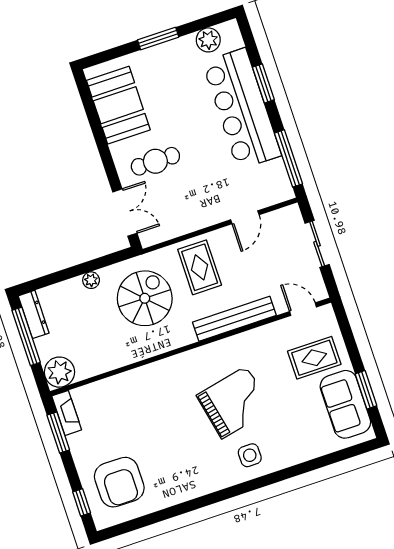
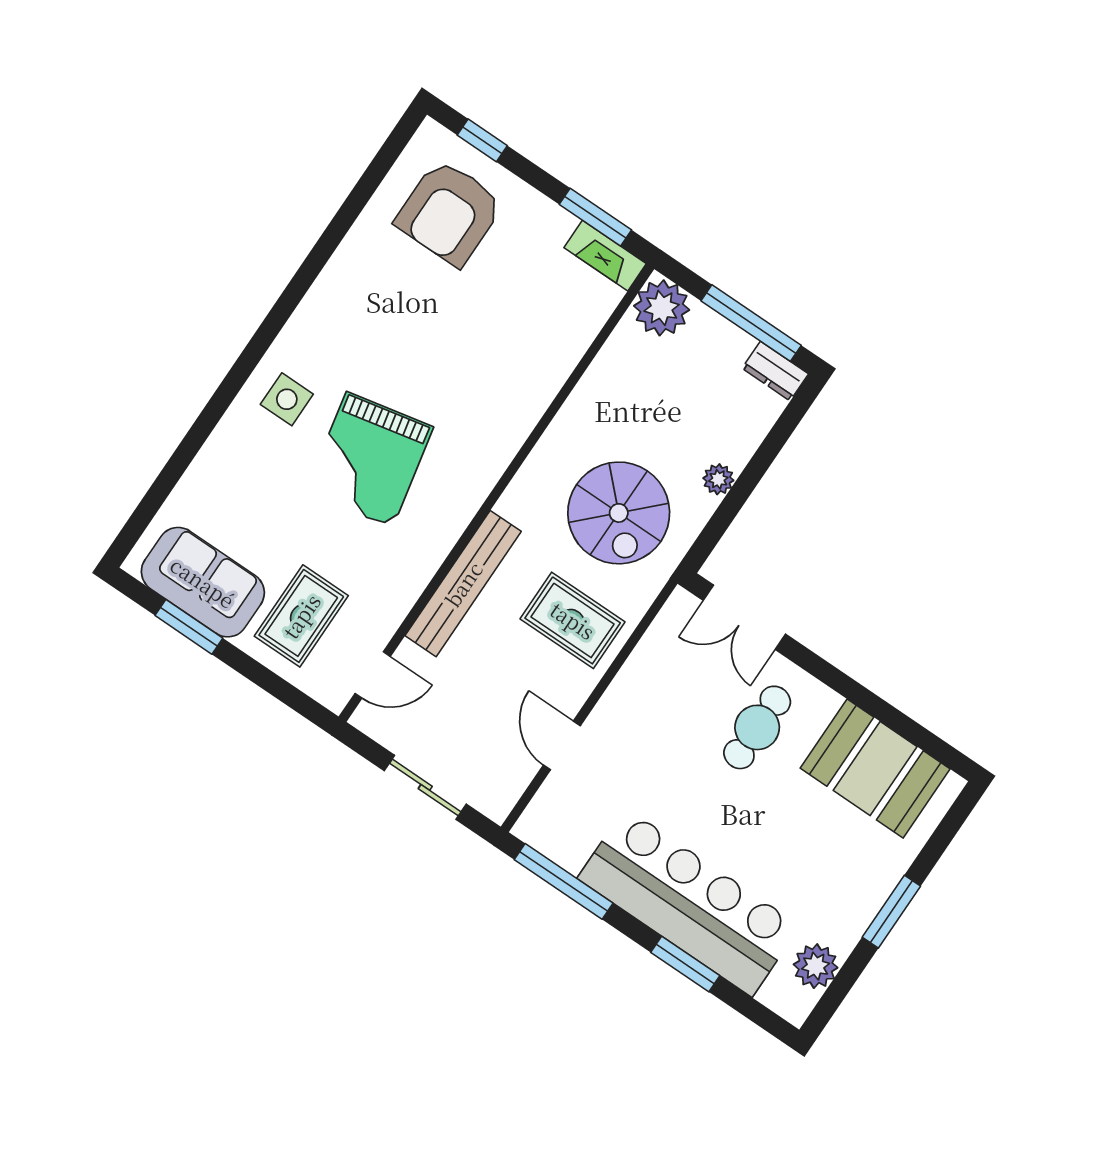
dresser: (34, 314) -> (775, 371), width x0.70
armchair: (119, 482) -> (449, 213), turned -90

